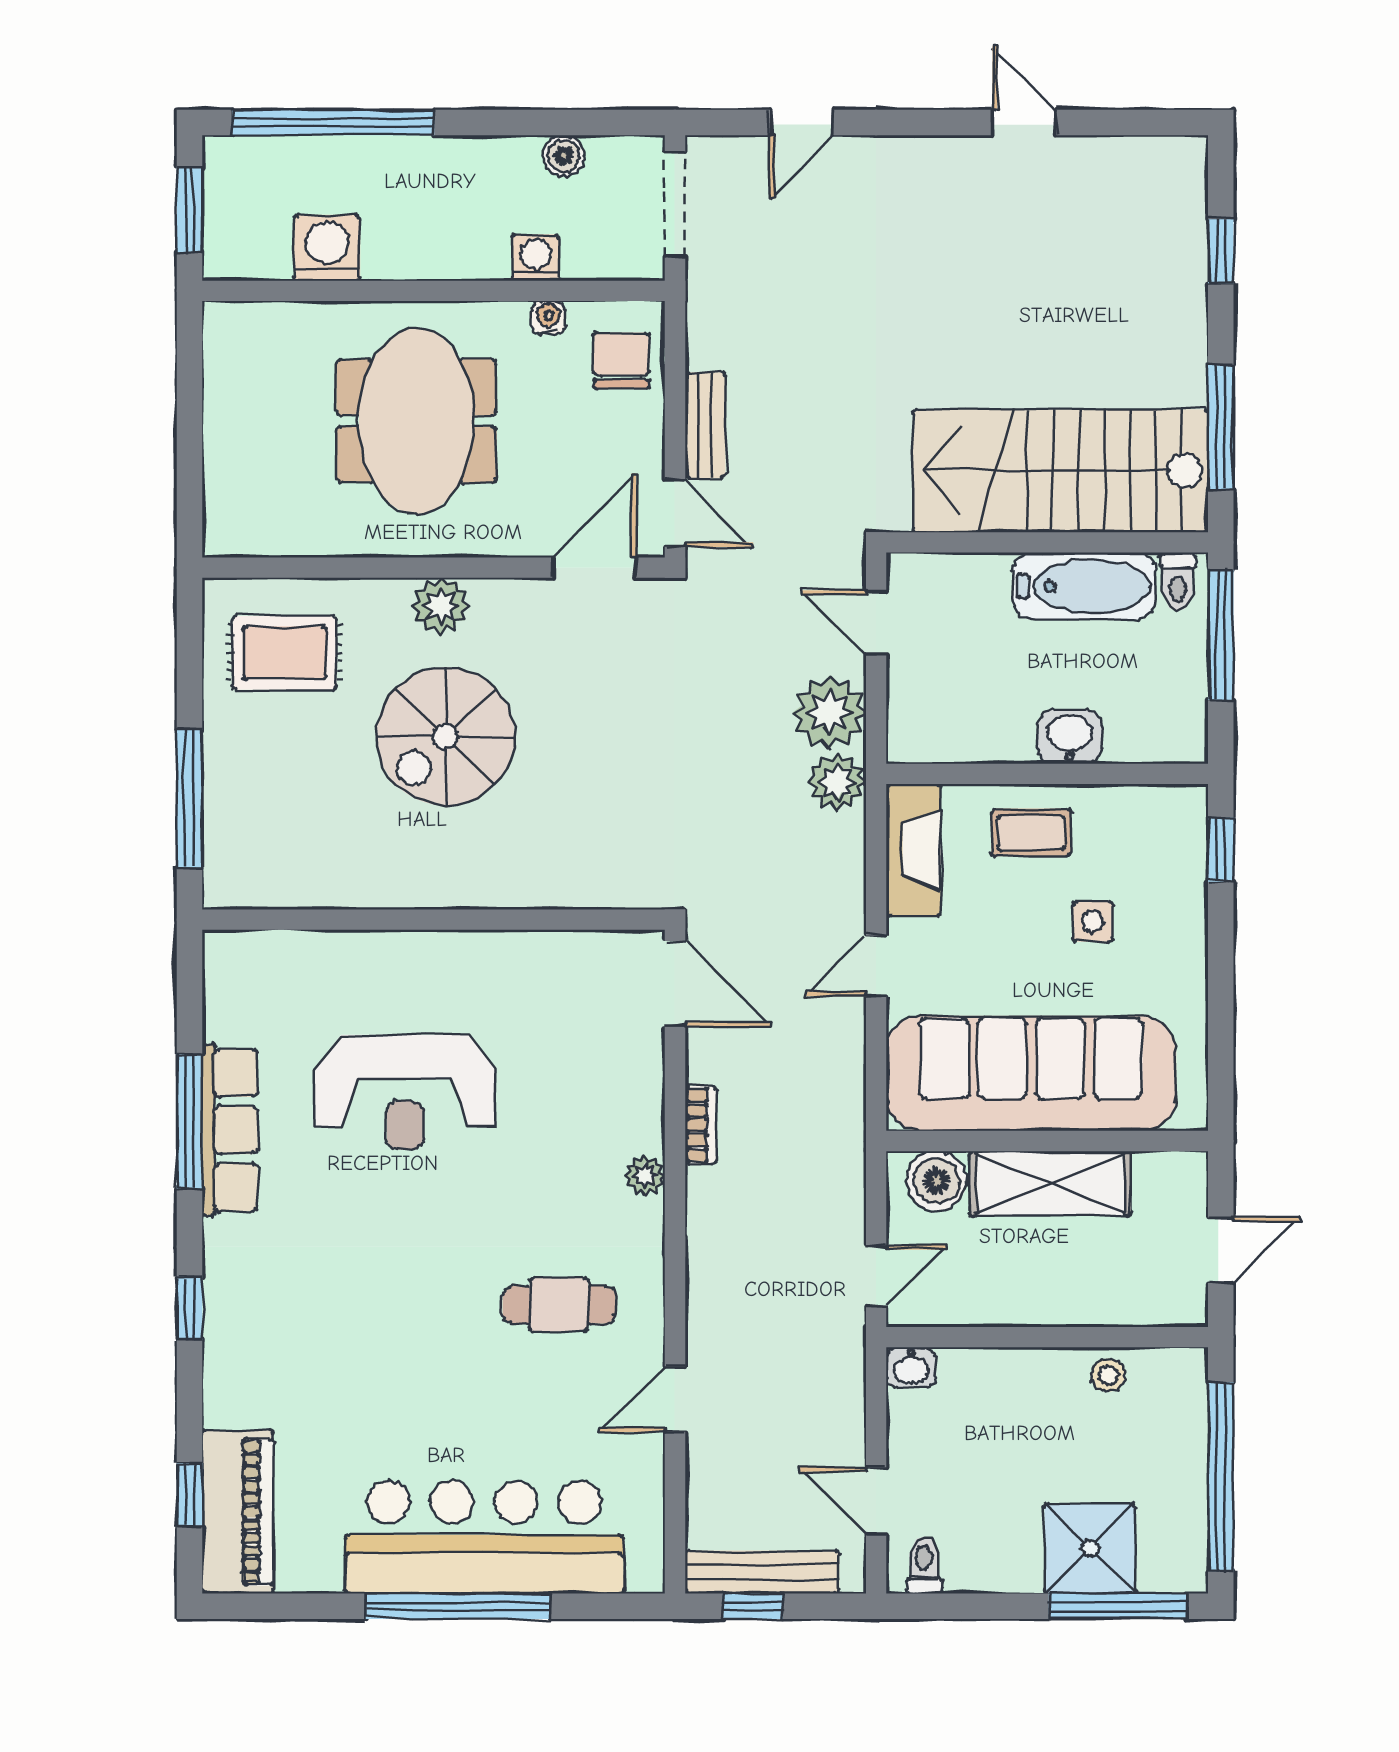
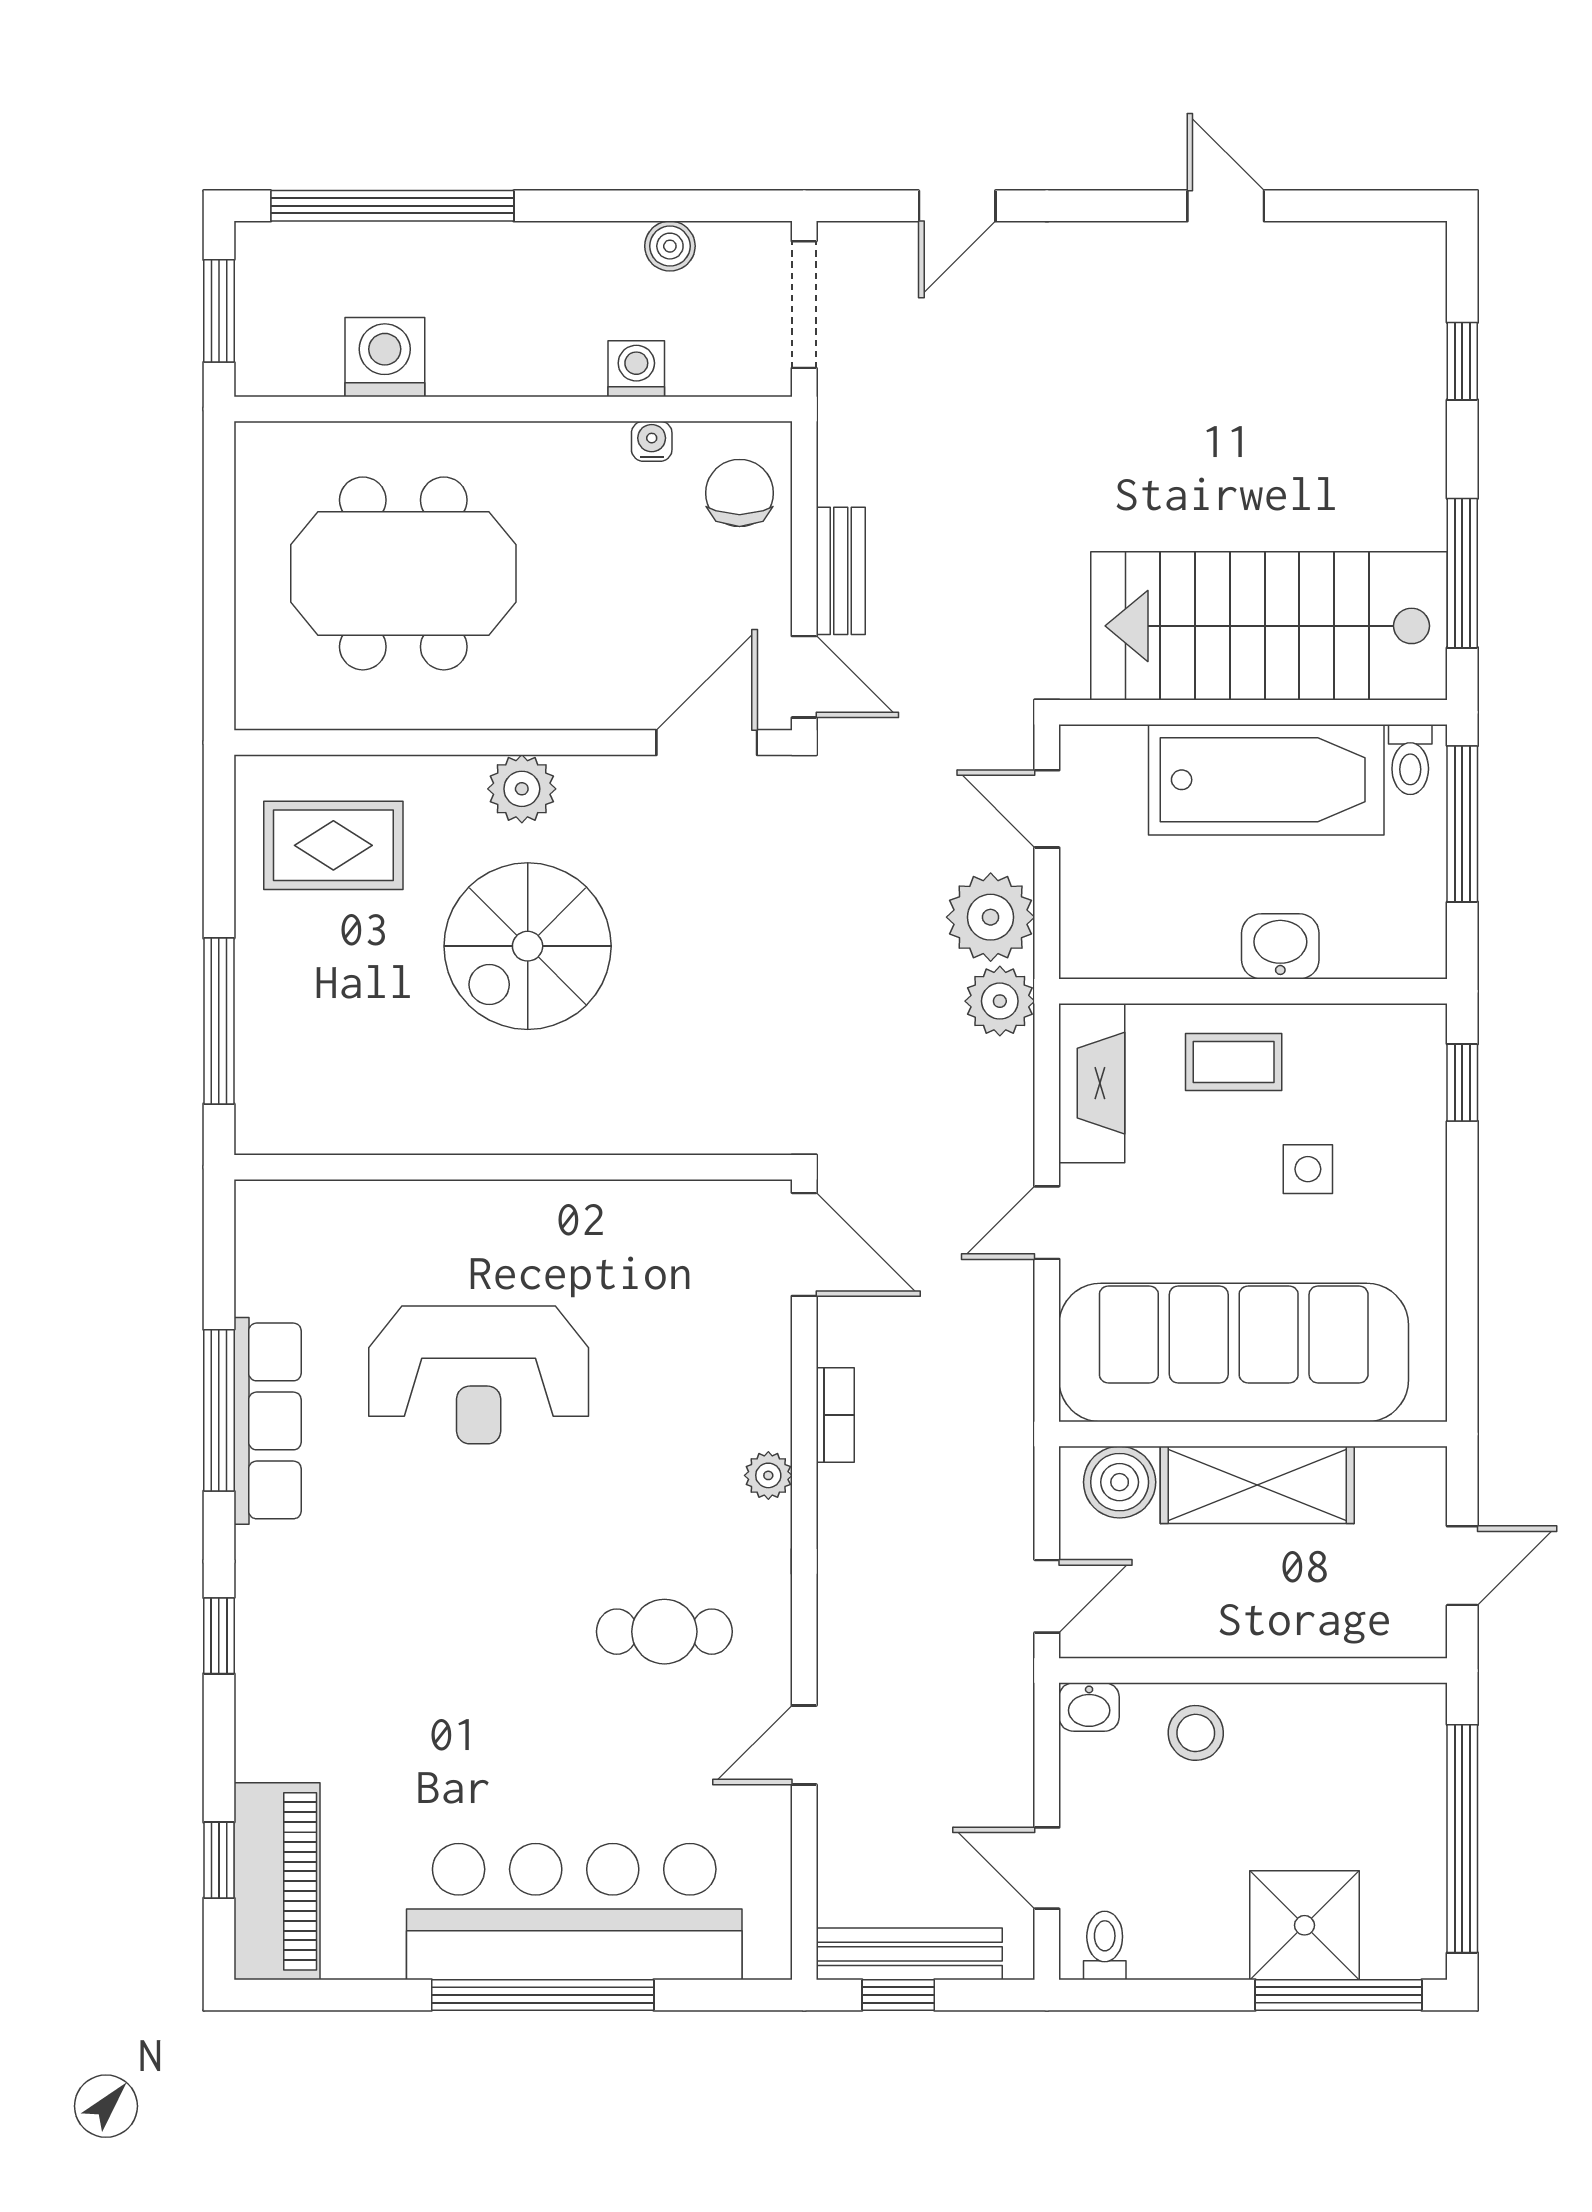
meeting table: (417, 421) -> (403, 573), moved, turned 90
bathtub: (1084, 586) -> (1266, 780), width x1.36, depth x1.36
stool: (1108, 1375) -> (1196, 1733), moved, width x1.37, depth x1.37

